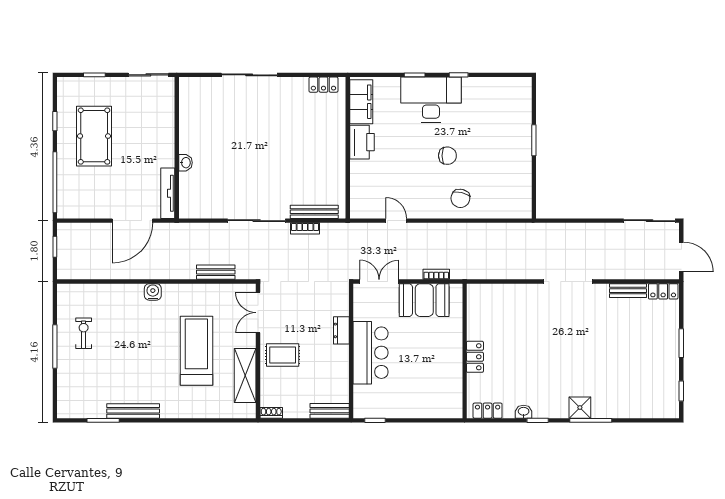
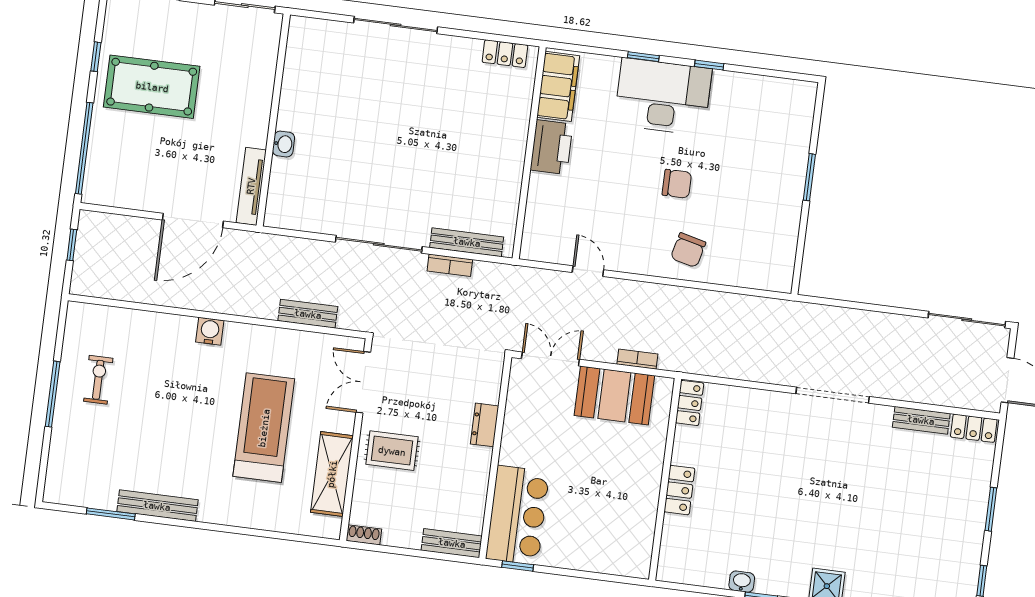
pool table: (94, 136) -> (152, 87), turned 90
bar counter: (371, 353) -> (517, 515), moved
locker: (488, 411) -> (690, 403), moved, turned 90

